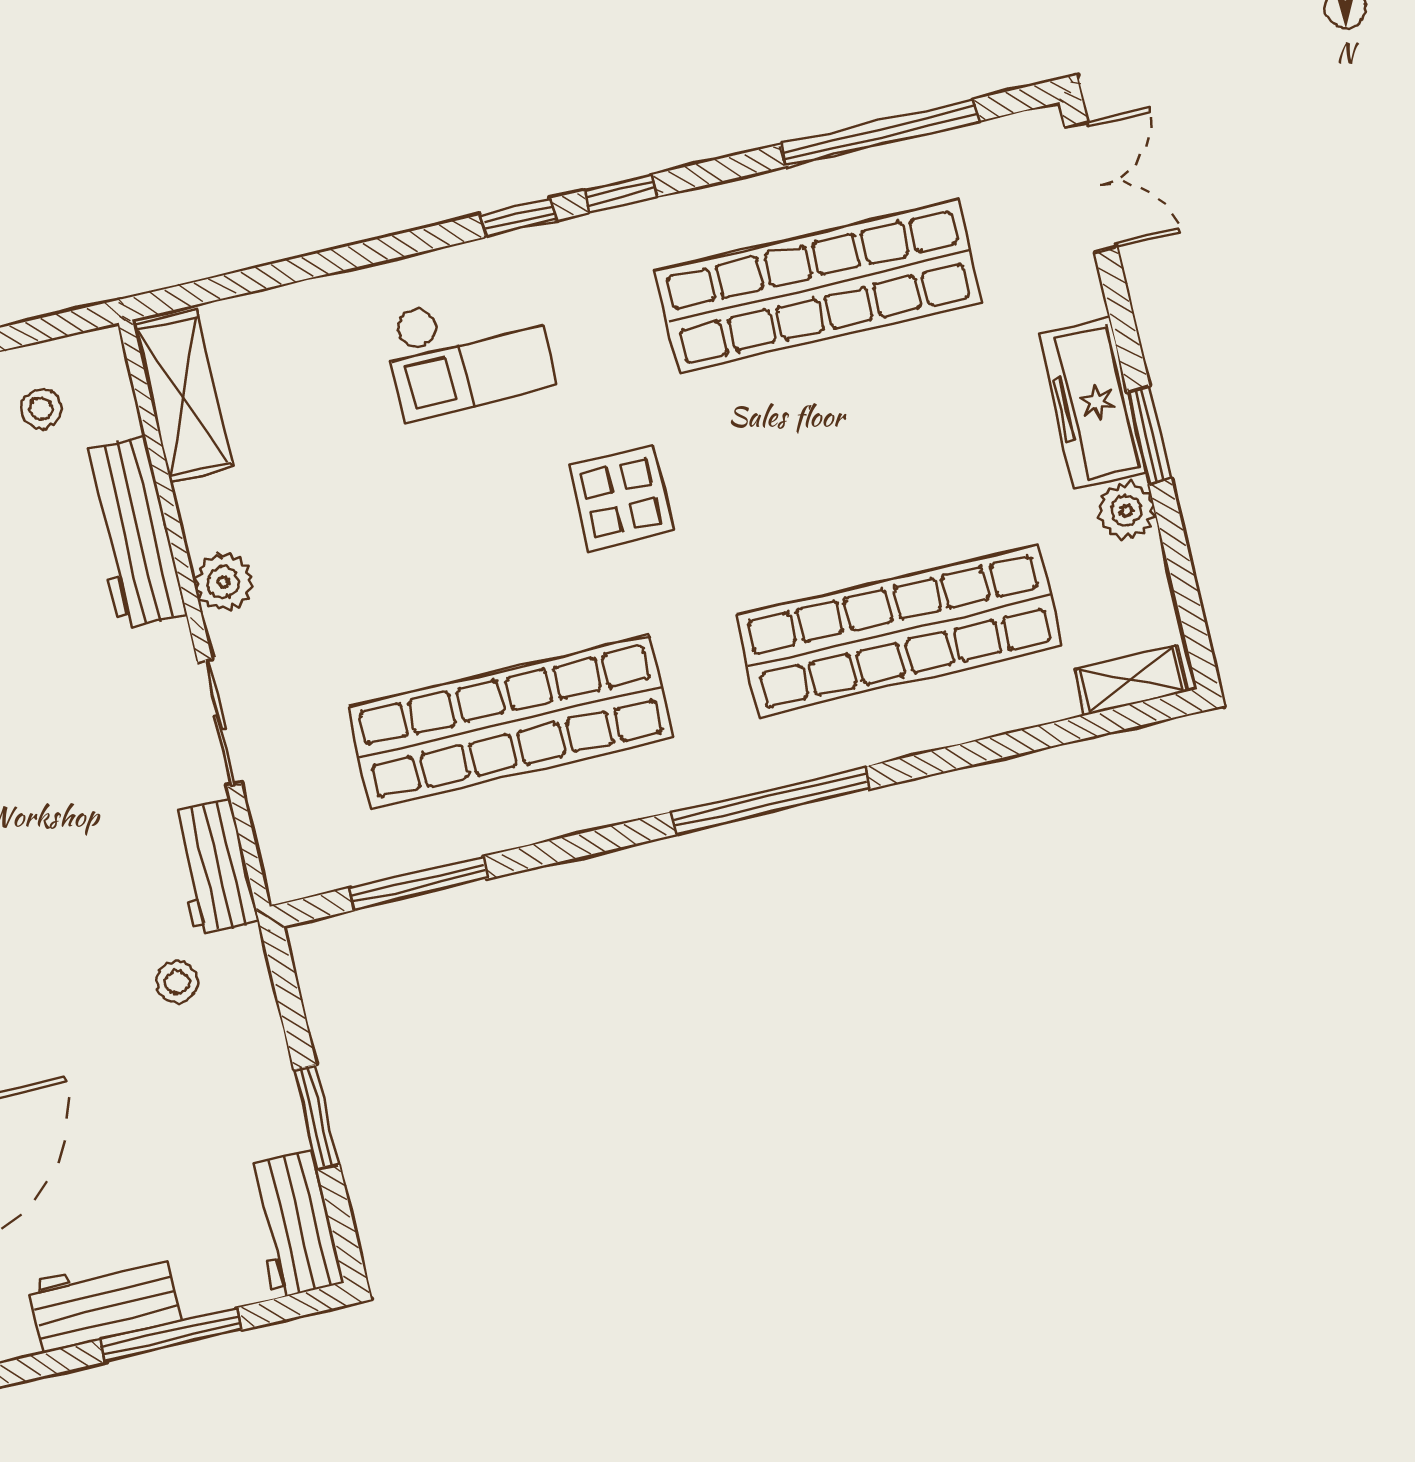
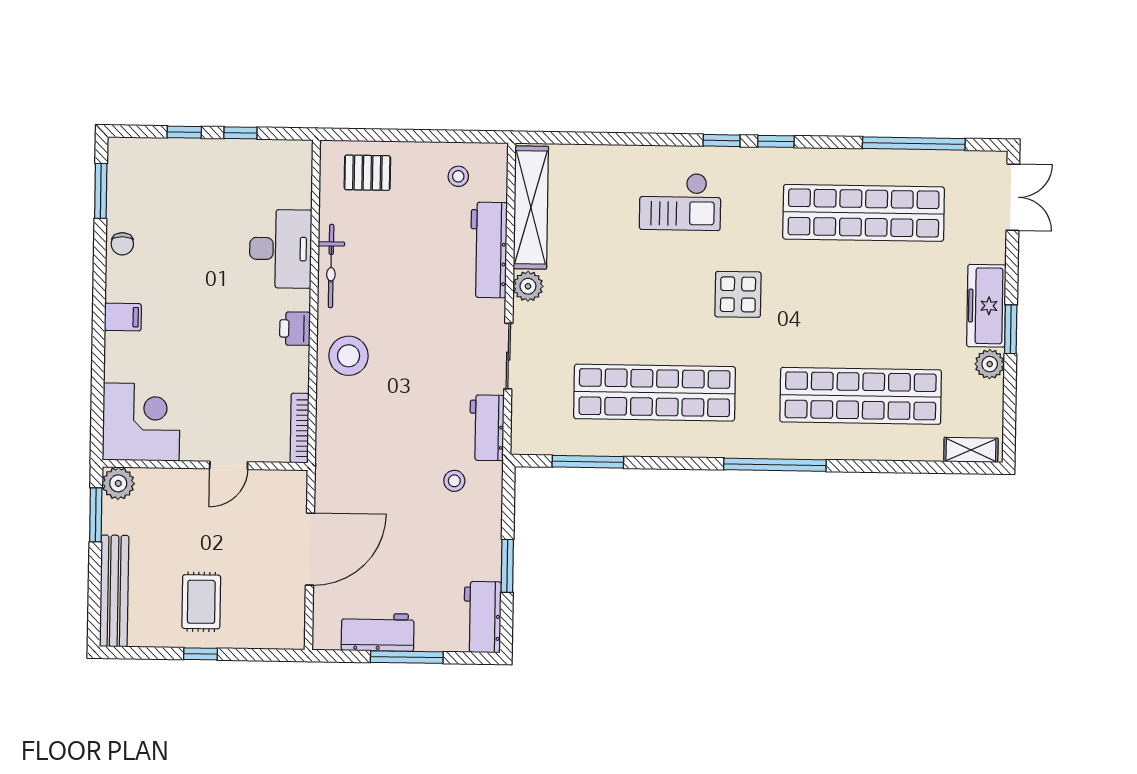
shelving: (183, 396) -> (531, 207), width x1.47

